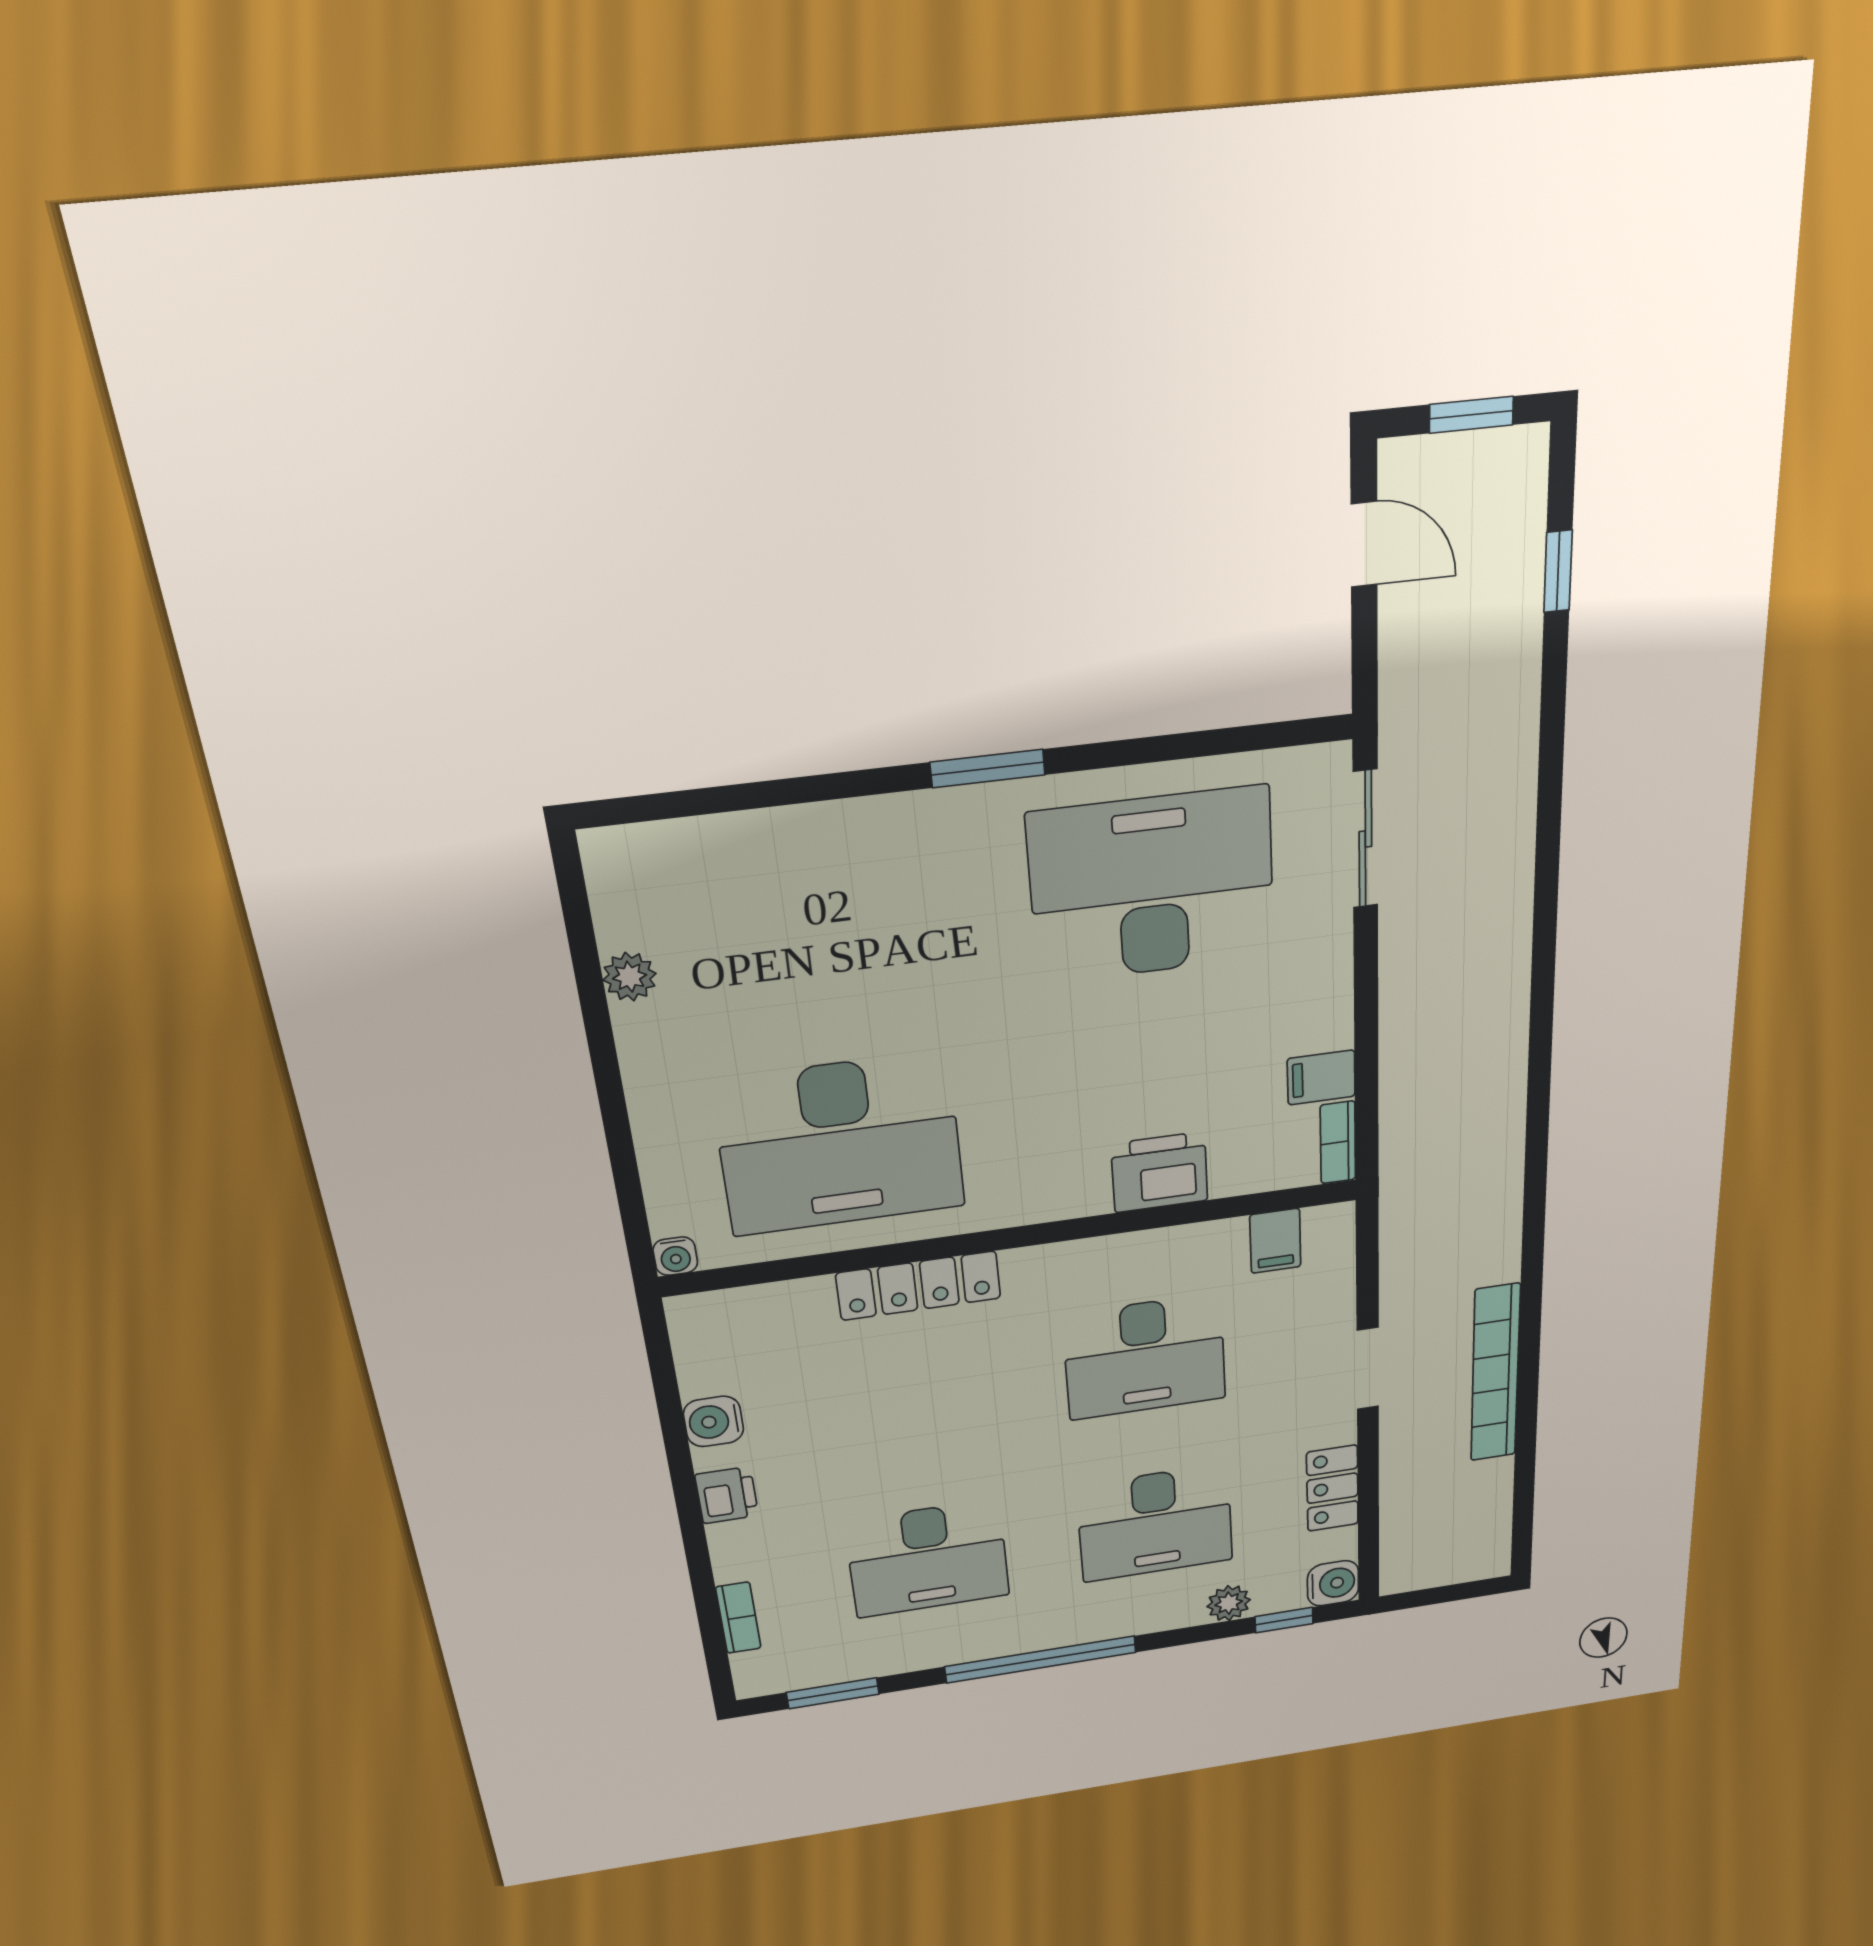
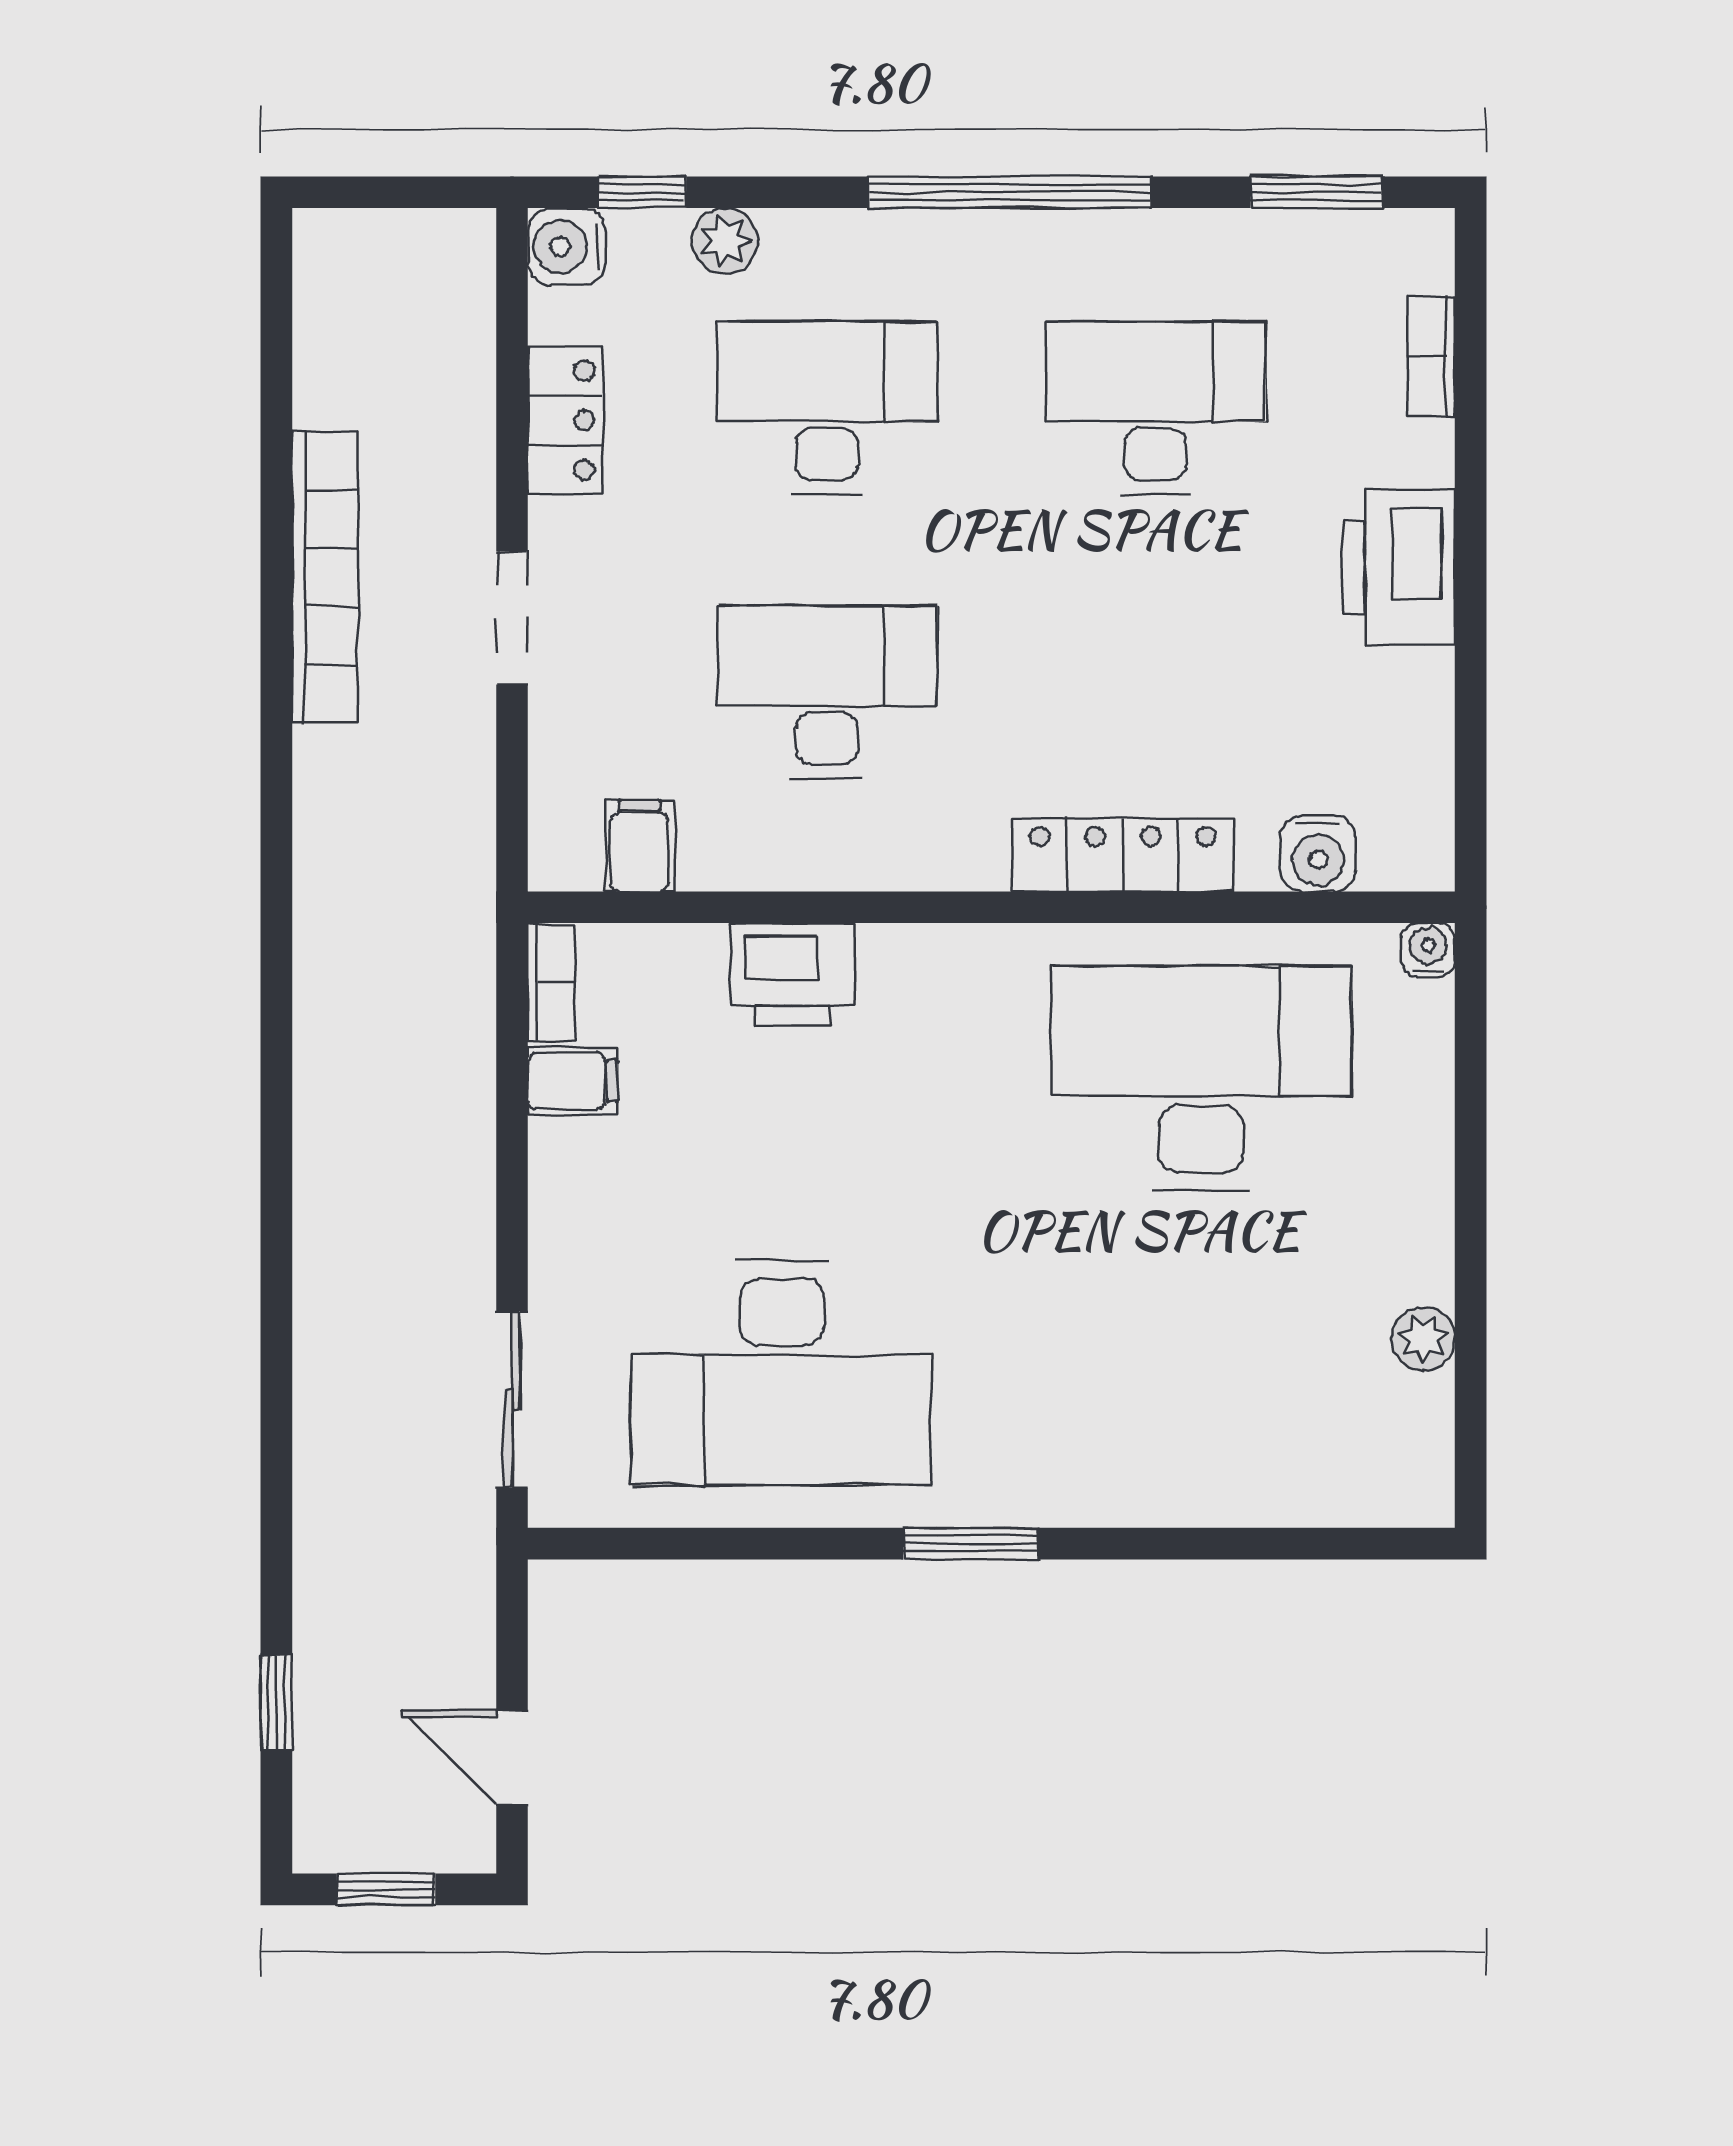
water cooler: (713, 1421) -> (1318, 854), moved, turned 90
printer: (727, 1495) -> (1399, 568), width x1.87, depth x1.48

